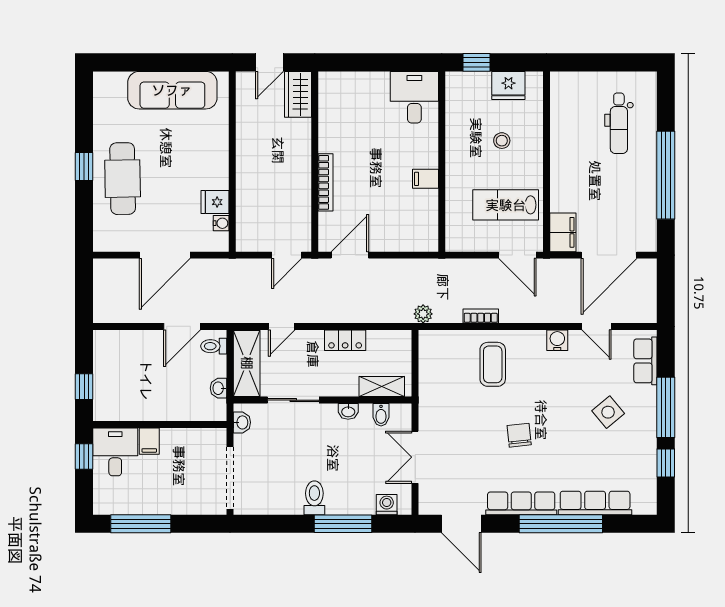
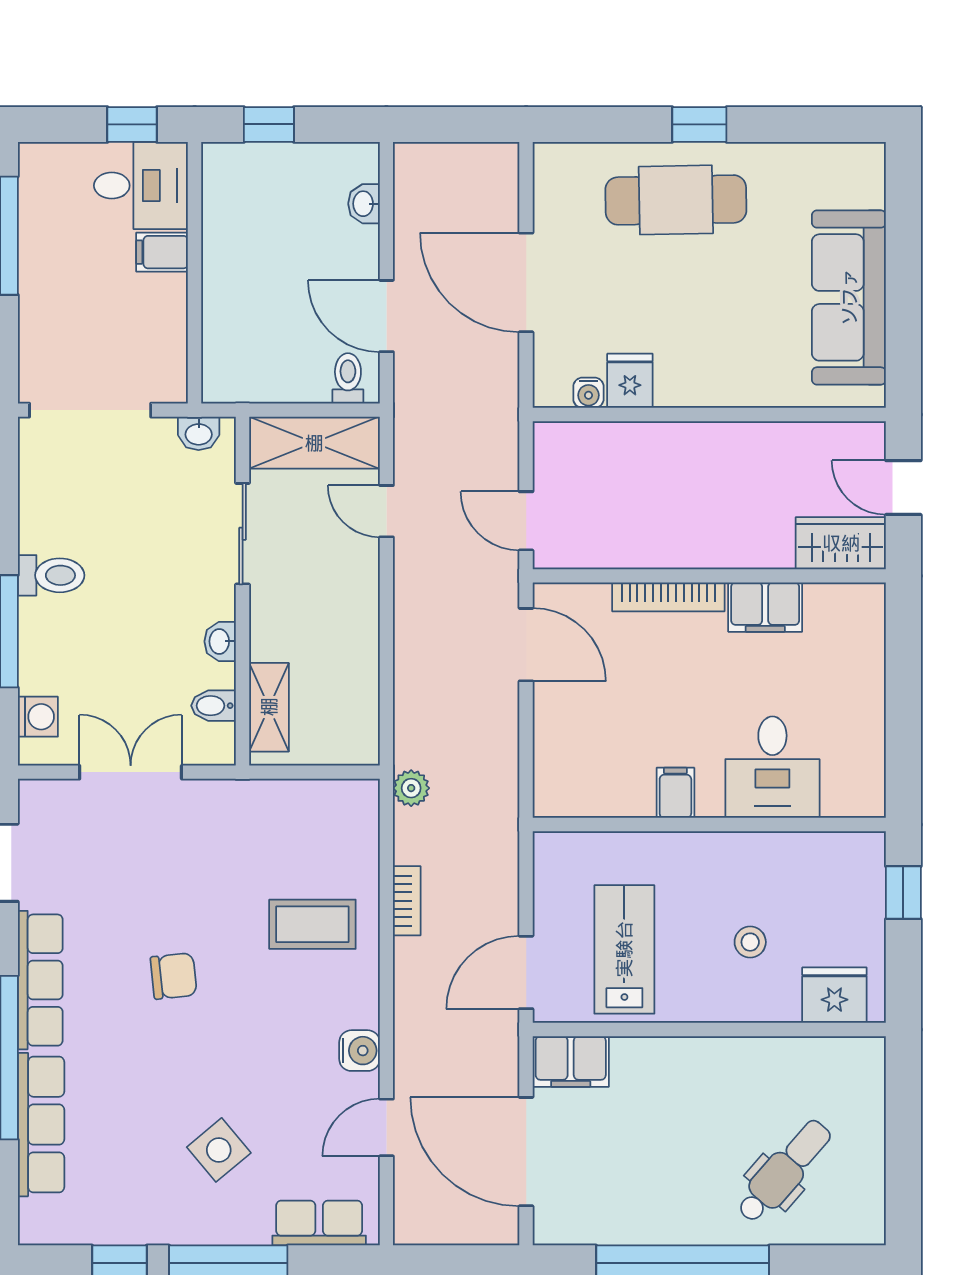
fridge: (508, 85) -> (834, 995), moved, turned 90
desk: (414, 97) -> (772, 767), moved, turned 90
dental chair: (619, 123) -> (784, 1171), turned 131
filing cabinet: (331, 133) -> (765, 607), added
locker: (345, 340) -> (360, 635), removed
washbasin: (219, 388) -> (364, 204), moved, turned -90

